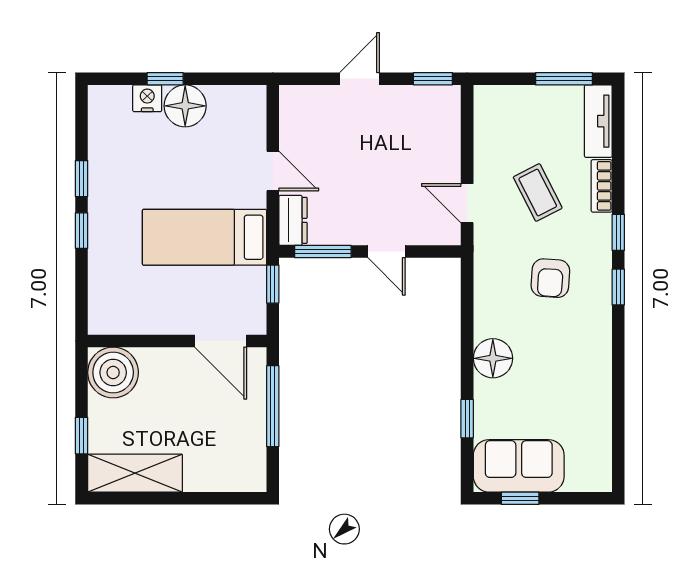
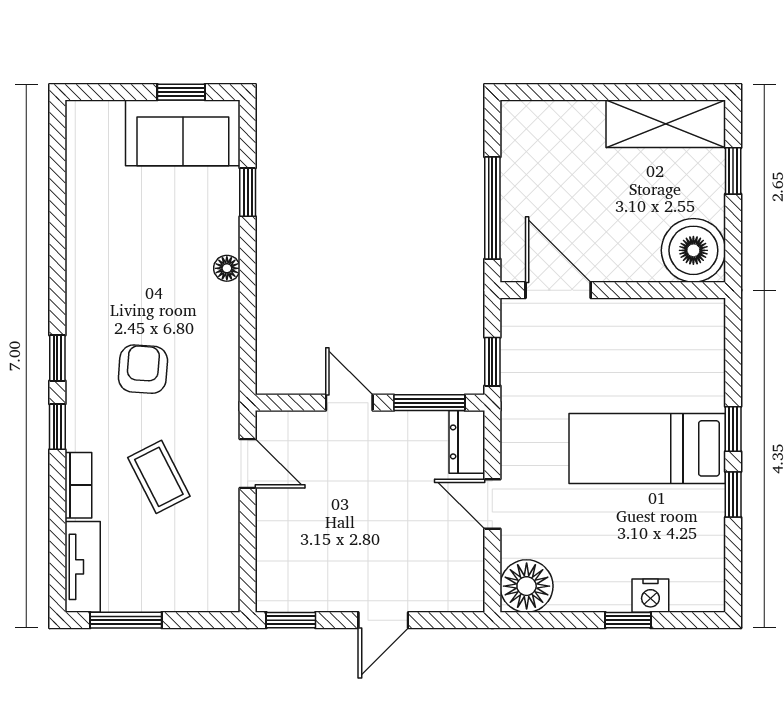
floor lamp: (185, 106) -> (527, 586), moved
bed: (205, 237) -> (647, 448), moved, turned 180
floor lamp: (493, 358) -> (227, 268), width x0.53, depth x0.53

